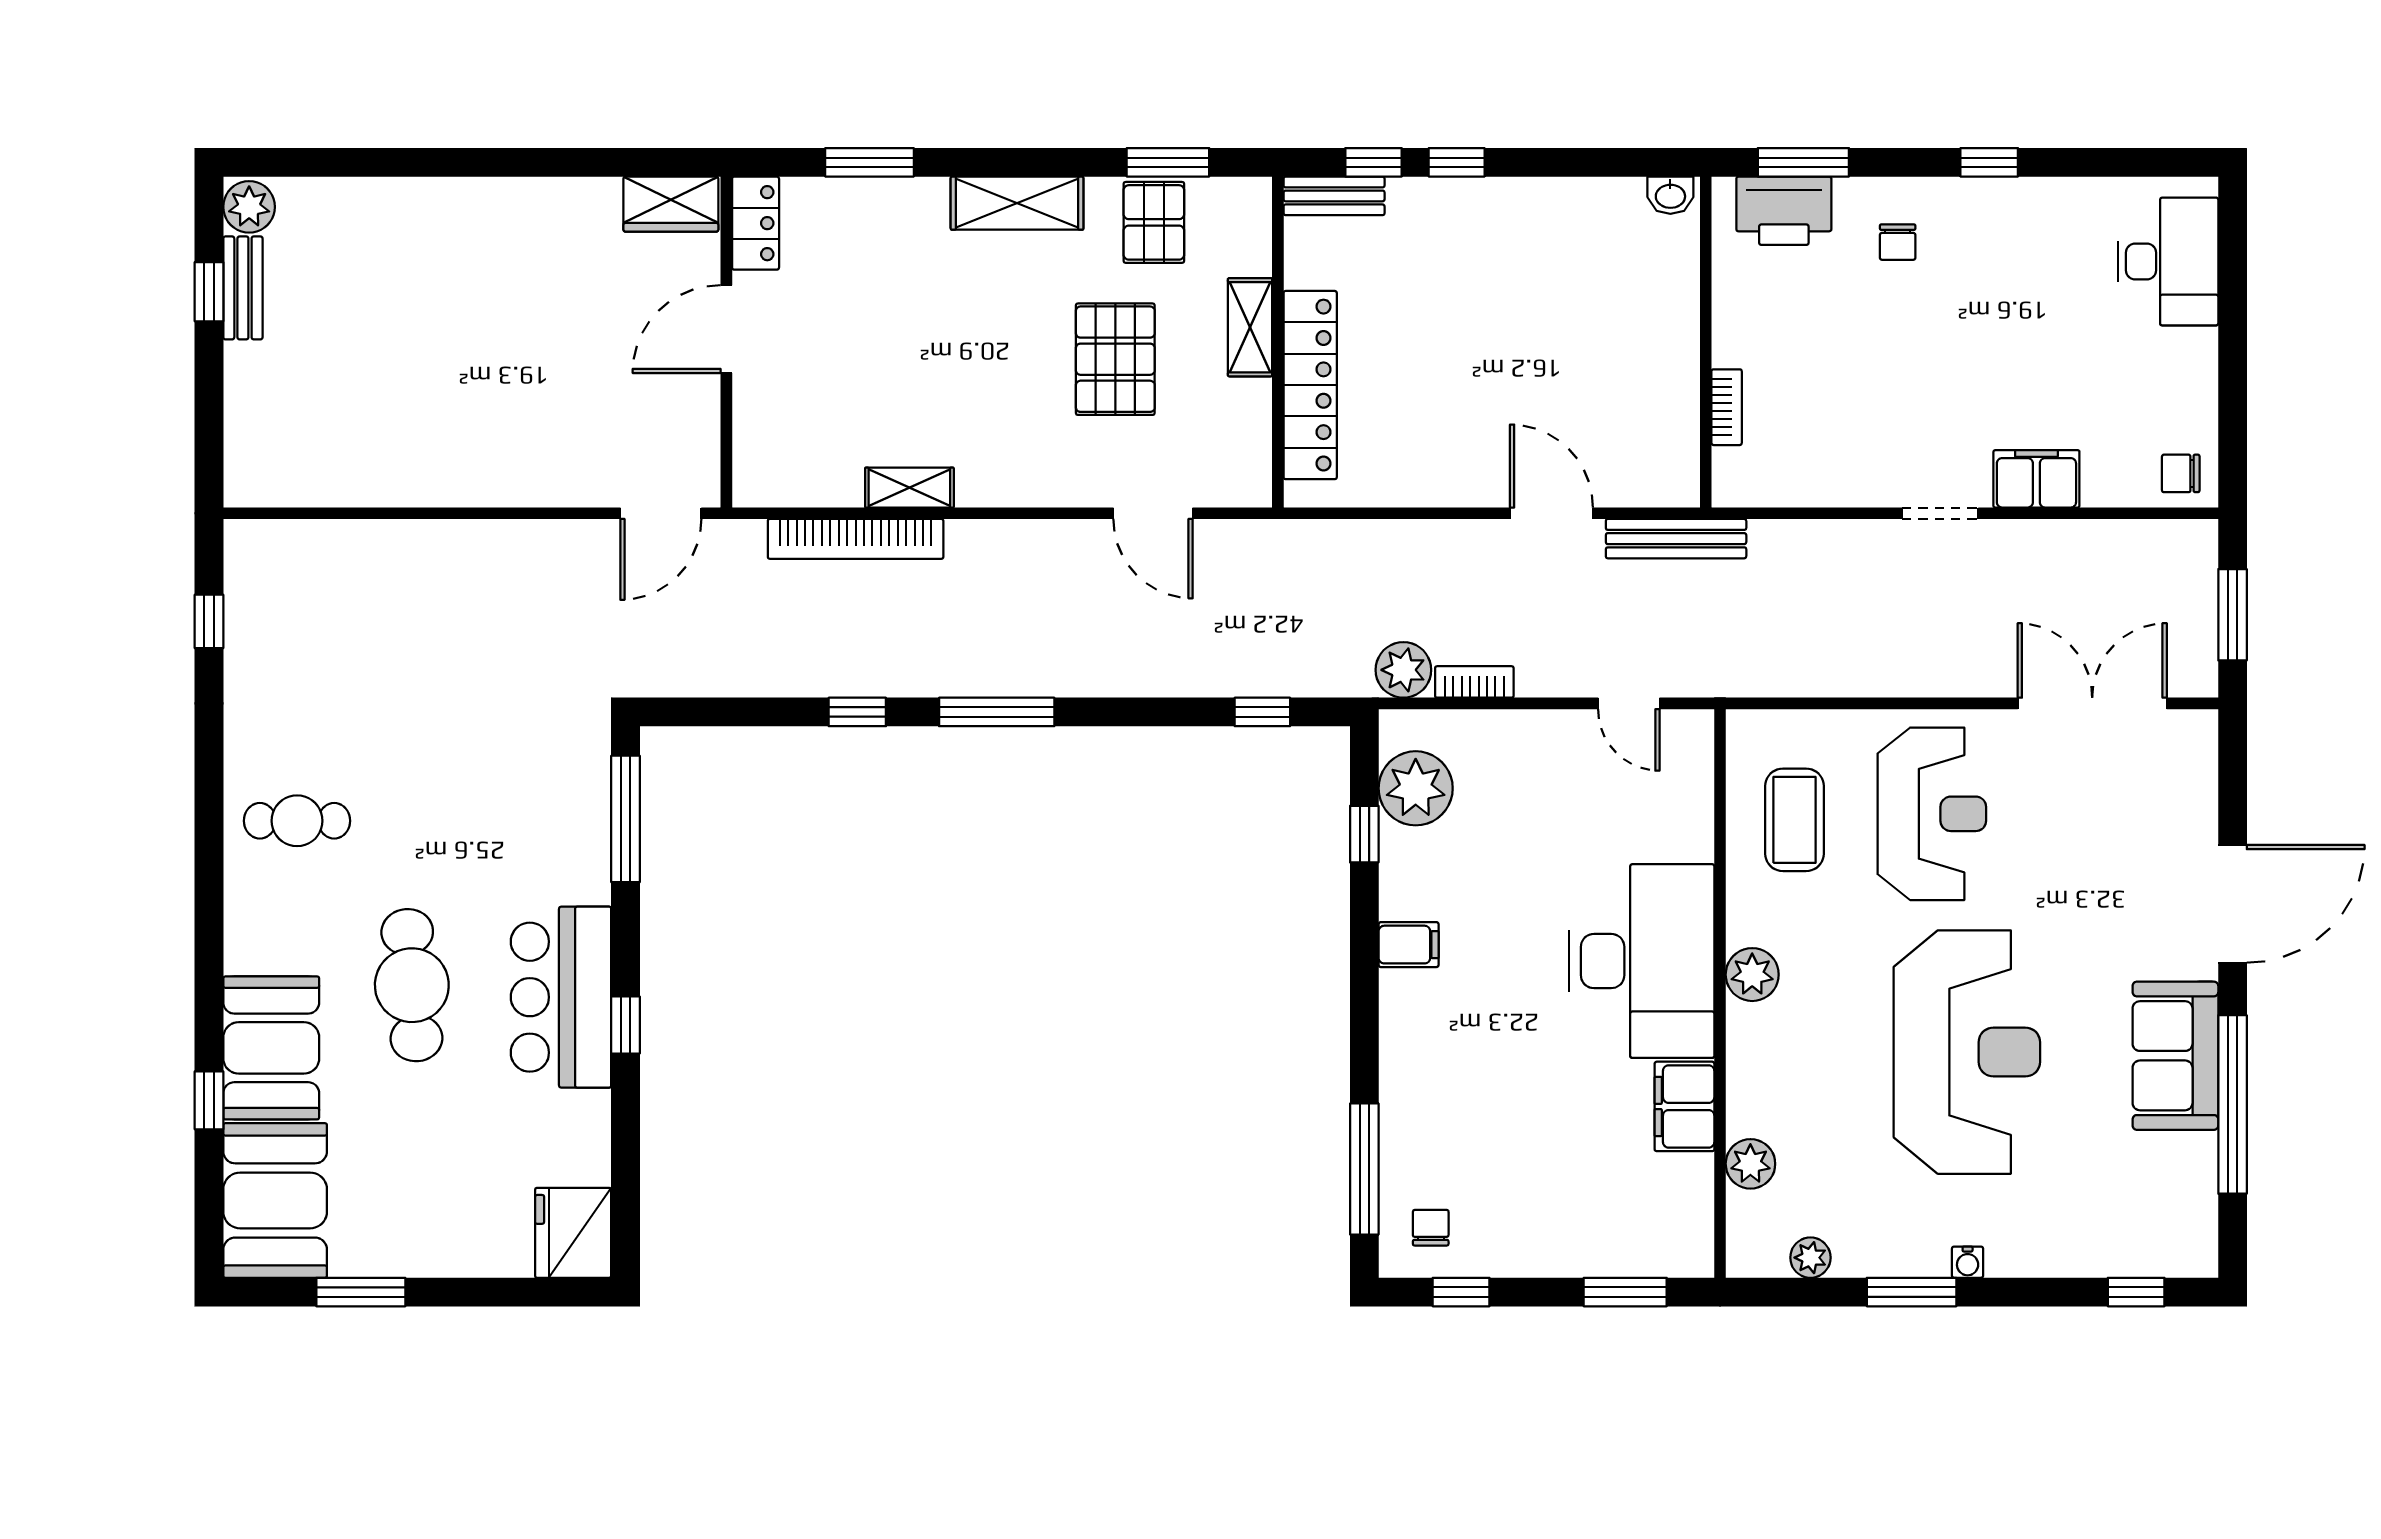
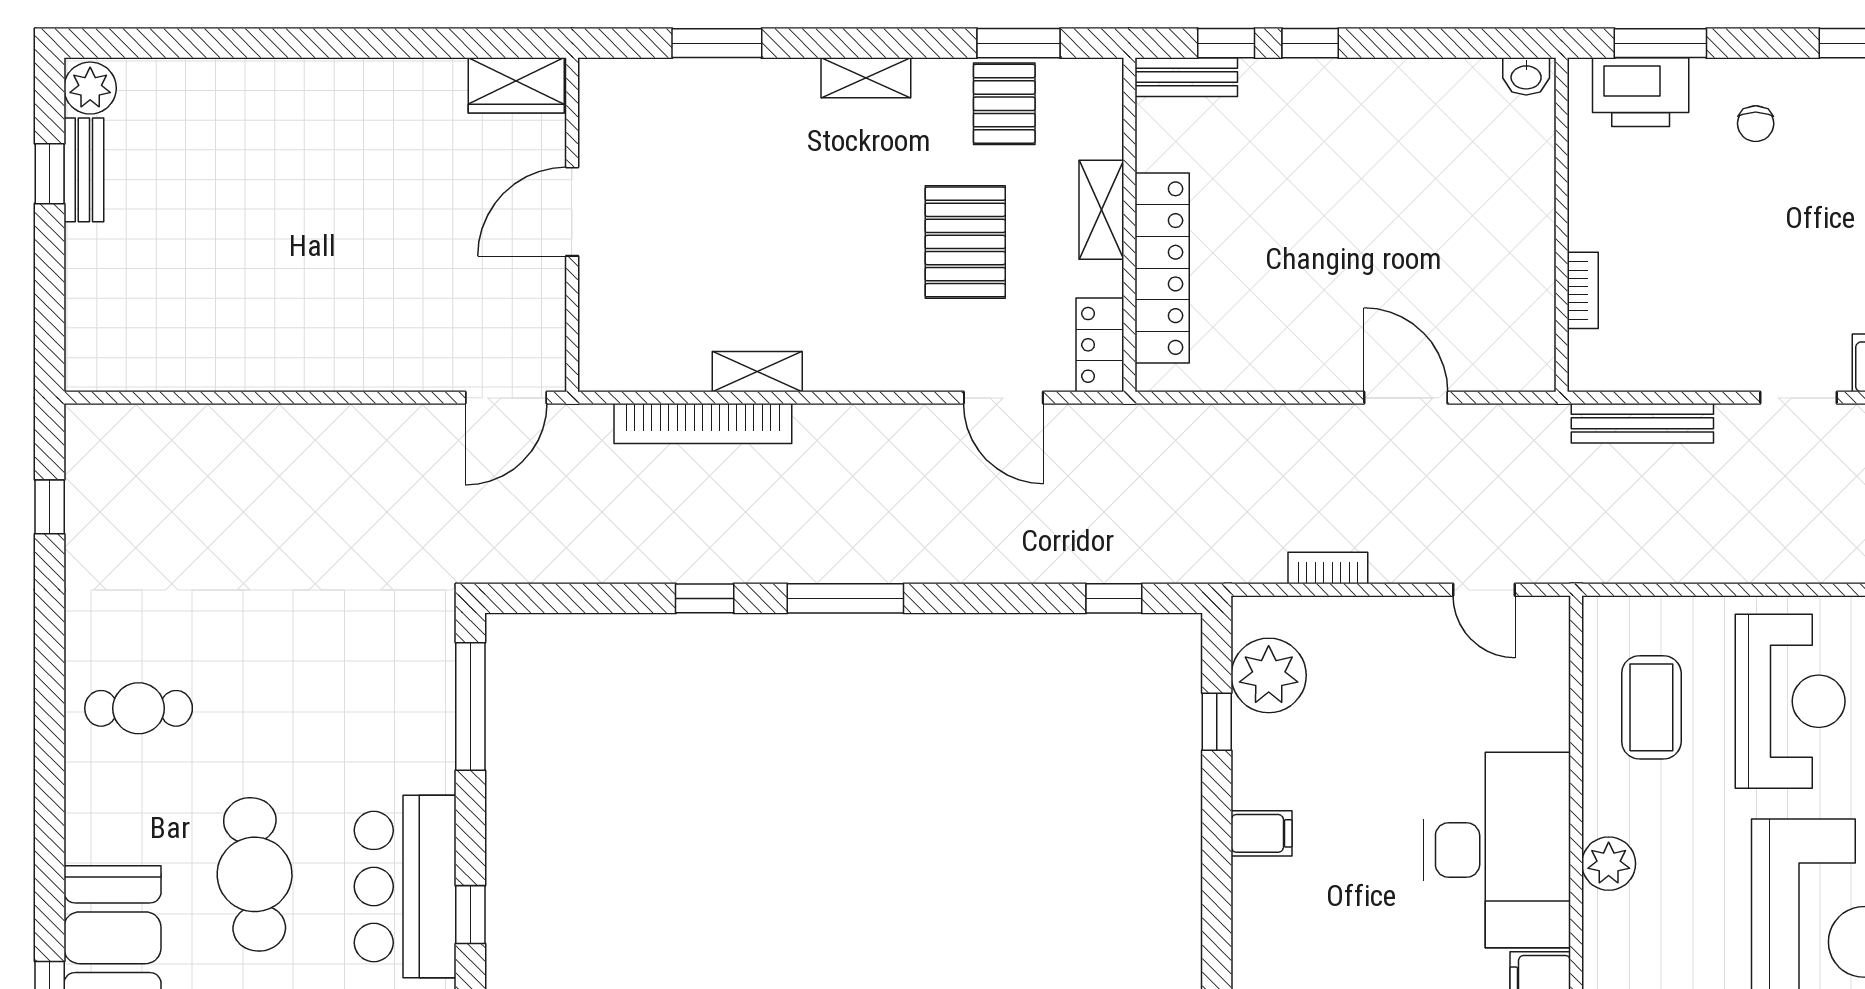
shelving: (1017, 203) -> (866, 78), width x0.67, depth x0.75
locker: (756, 223) -> (1100, 345), moved, turned 180
bench: (1676, 539) -> (1642, 423), moved
plant: (1403, 670) -> (1256, 556), removed

